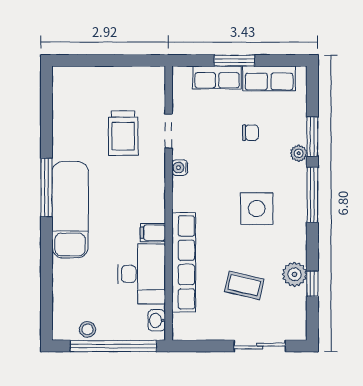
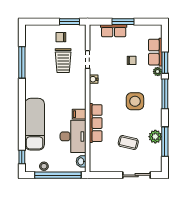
window: (135, 60) -> (70, 22), added
row of seats: (269, 78) -> (155, 52), moved, turned 90
chair: (119, 89) -> (61, 37), added
window: (47, 187) -> (22, 62), moved
exam couch: (70, 210) -> (35, 124), moved
row of seats: (184, 262) -> (96, 123), width x0.73
window: (312, 284) -> (165, 142), width x2.17
window: (47, 312) -> (22, 157), added

